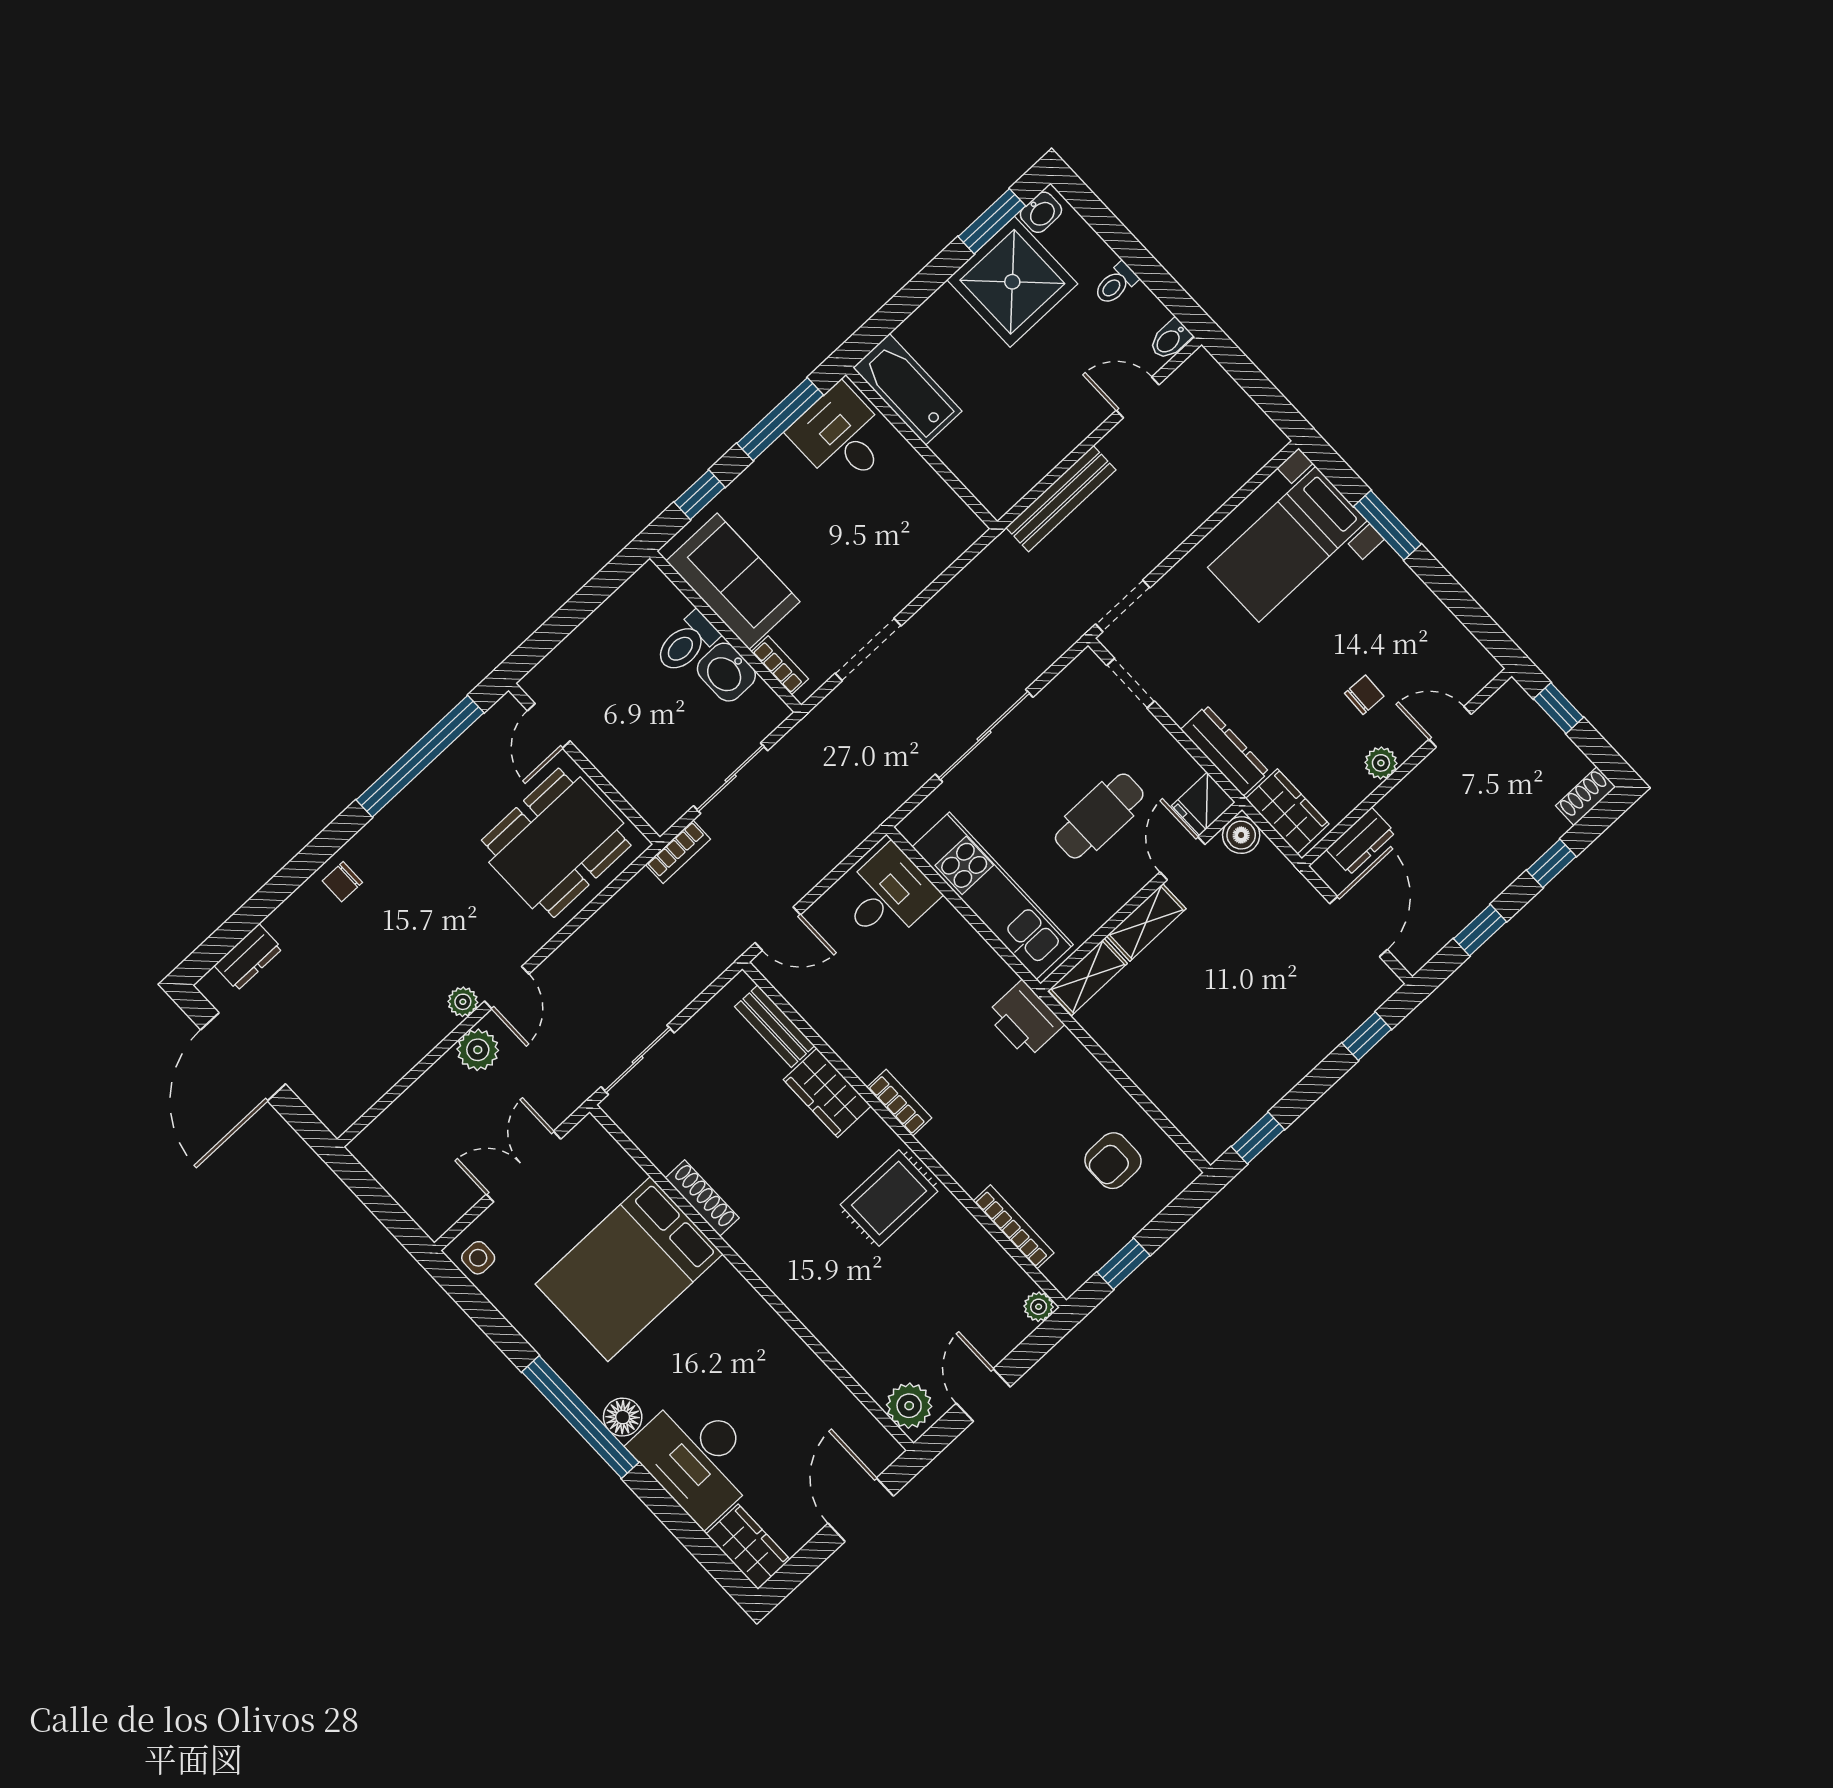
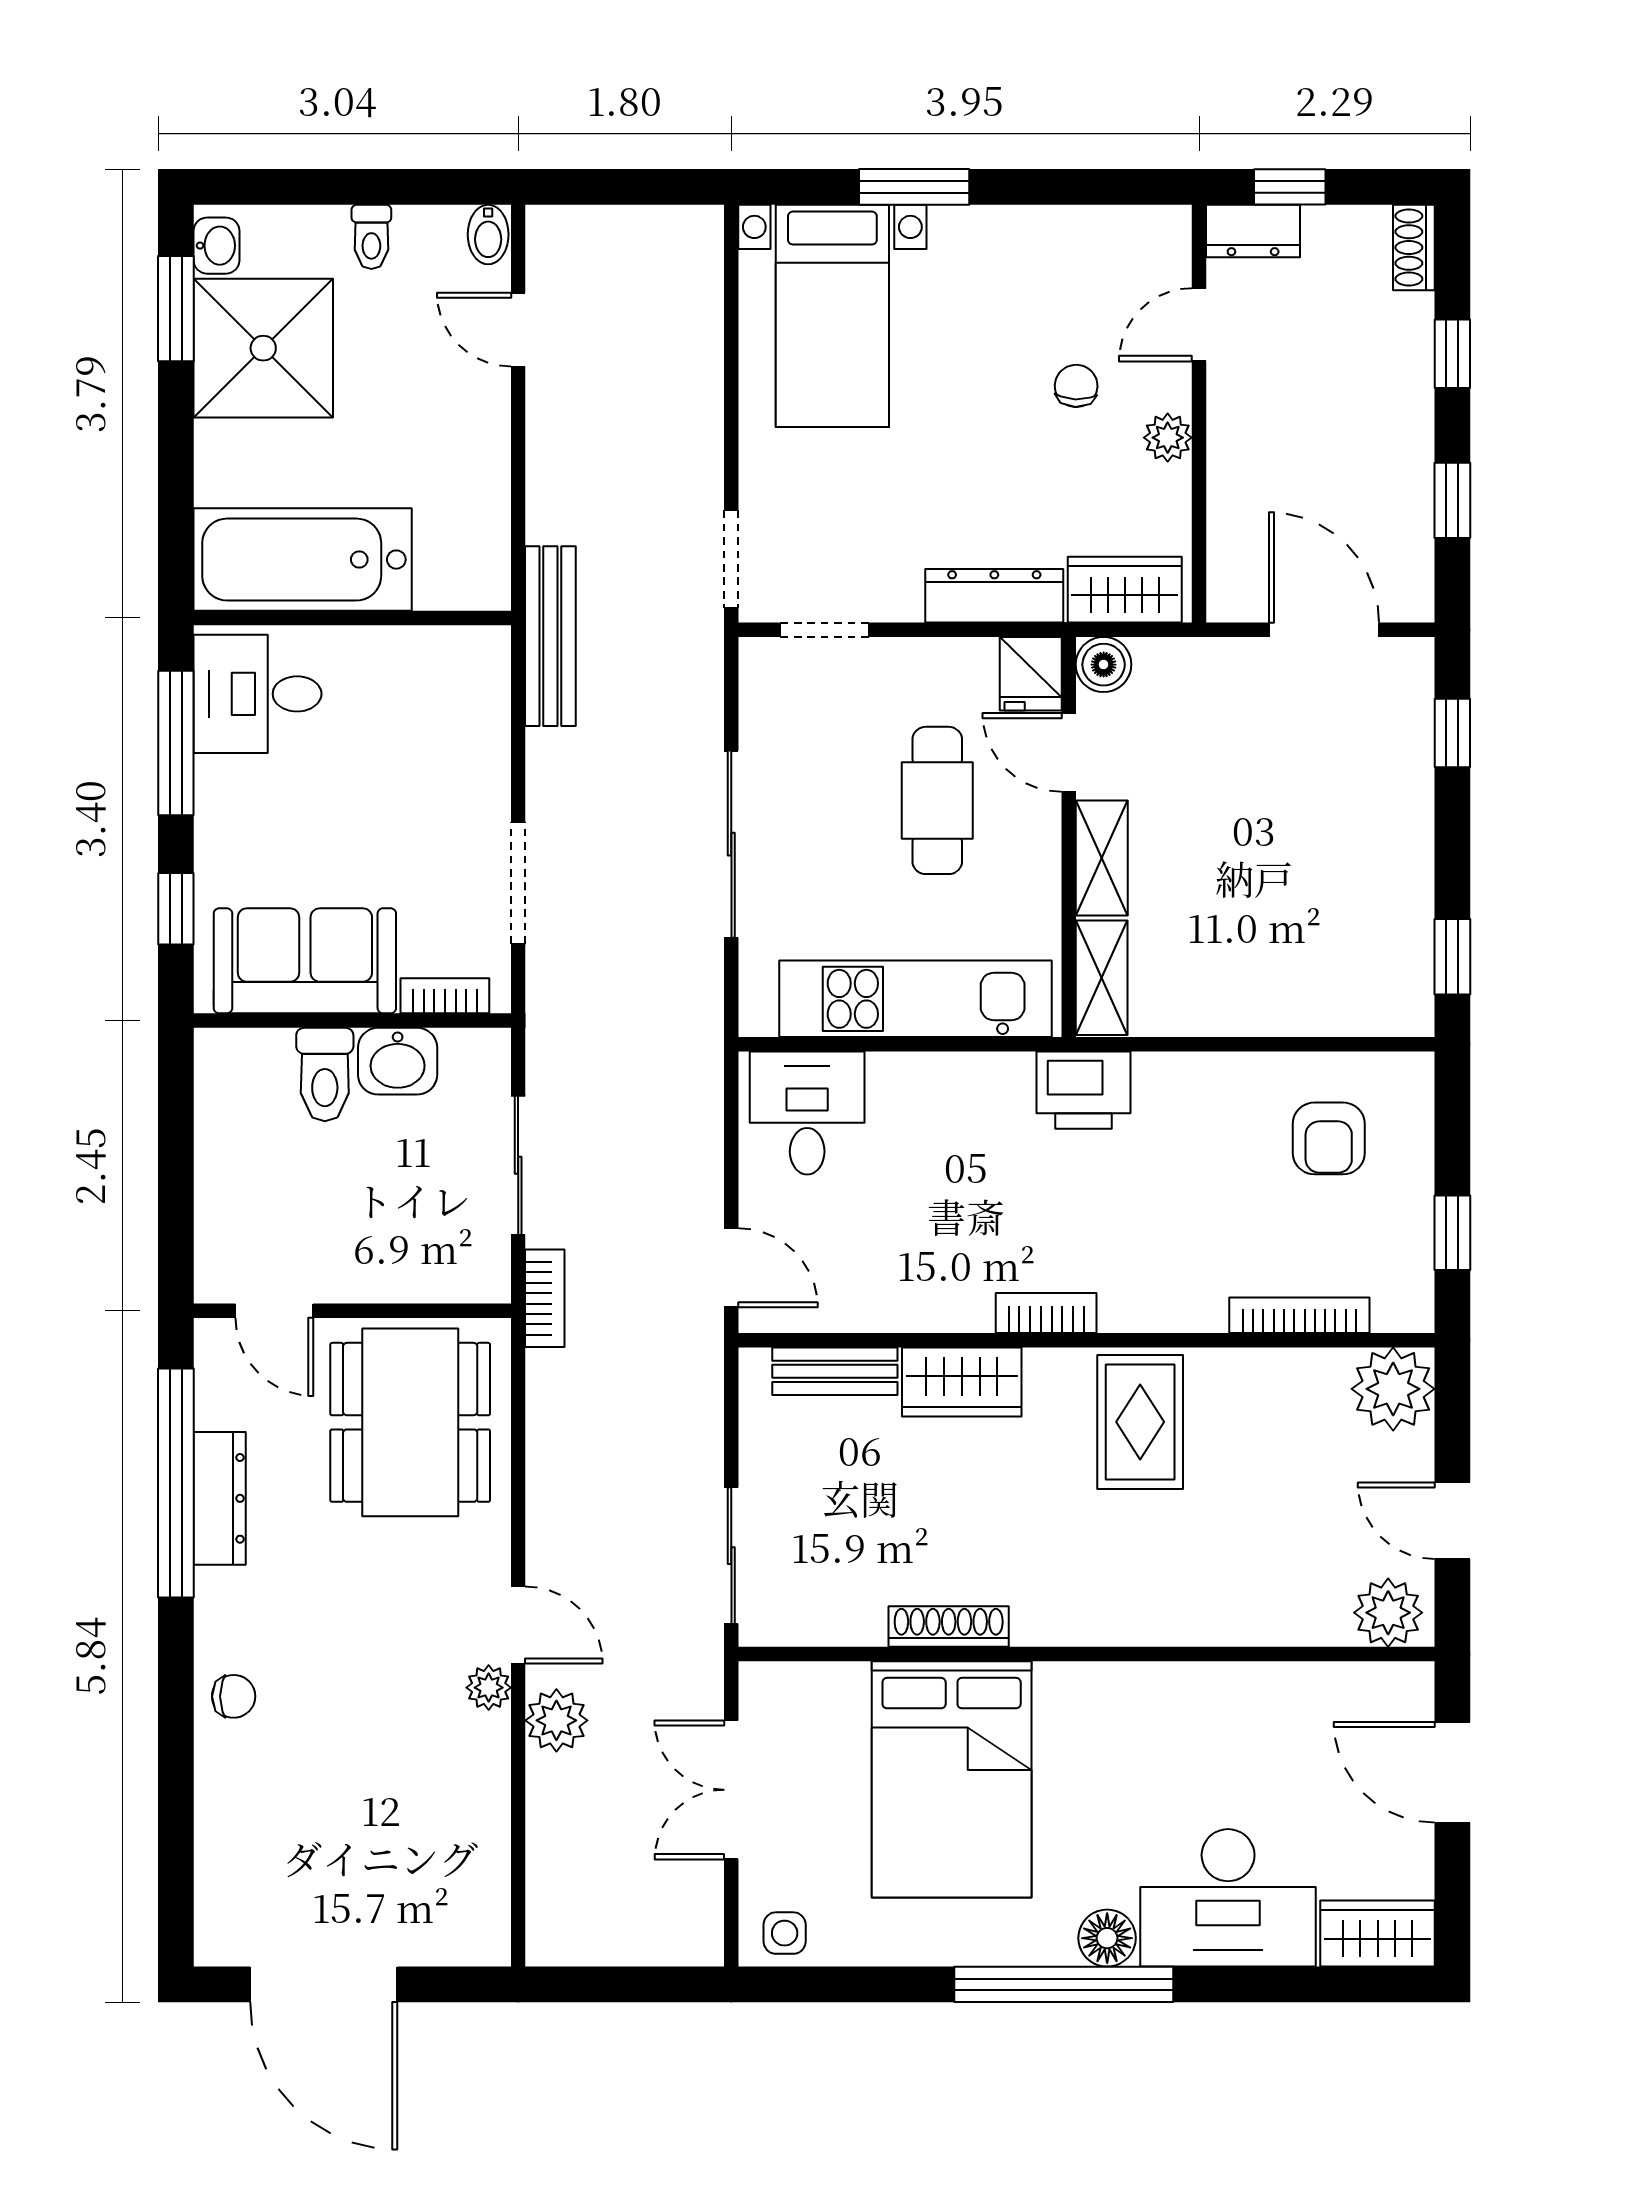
bathtub: (907, 389) -> (303, 560), width x1.36, depth x1.36
door: (1138, 397) -> (518, 330), hinge flipped
bench: (1061, 499) -> (550, 636), moved
dresser: (1361, 841) -> (1253, 231), moved, turned 90
chair: (342, 882) -> (234, 1696), turned -90
door: (778, 929) -> (731, 1268), hinge flipped
dresser: (248, 957) -> (220, 1498), moved, width x1.44
plant: (1039, 1307) -> (1393, 1389), width x1.88, depth x1.88

